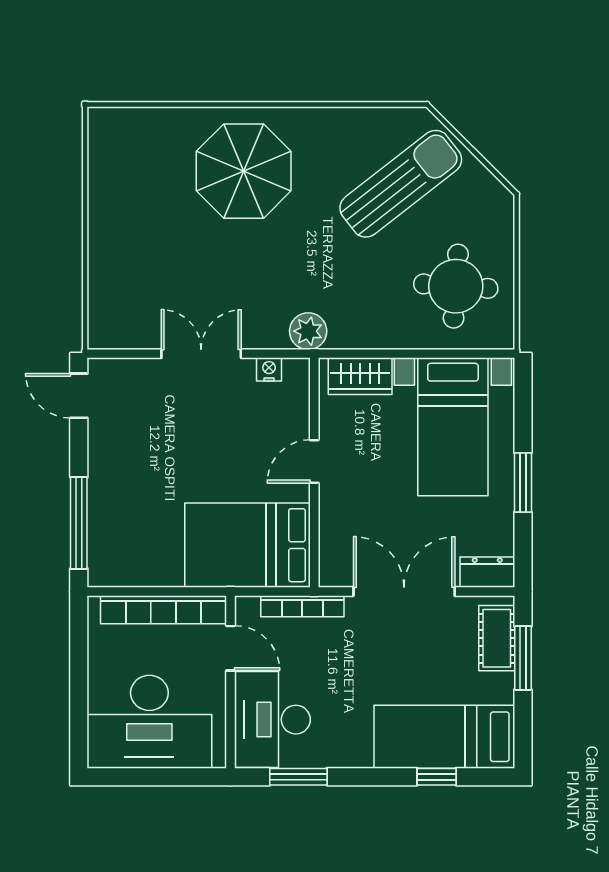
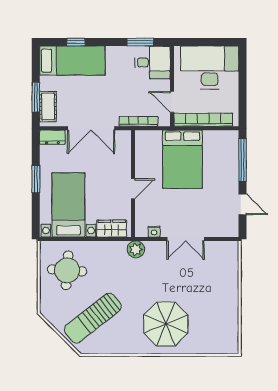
door: (79, 396) -> (243, 204), moved
bed: (247, 545) -> (182, 159), moved, turned 90
desk: (272, 720) -> (152, 62), width x0.73

